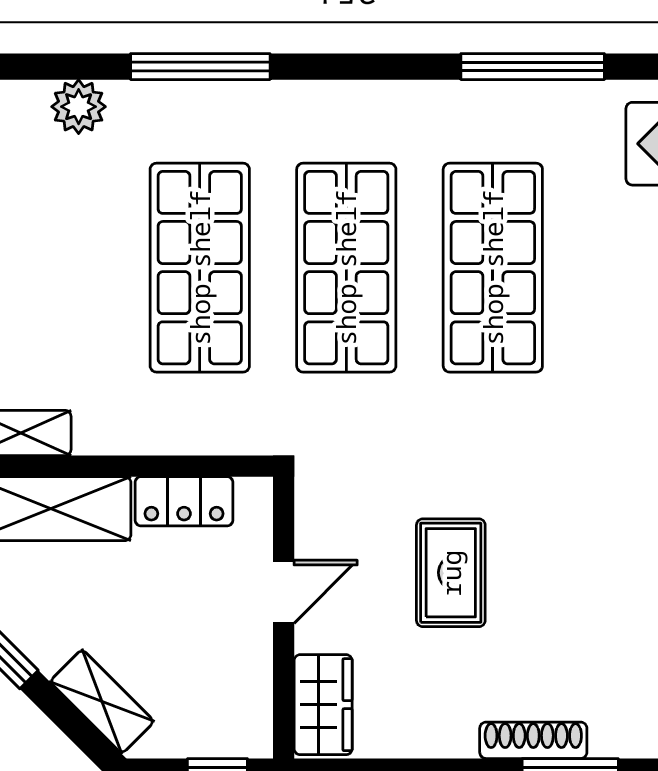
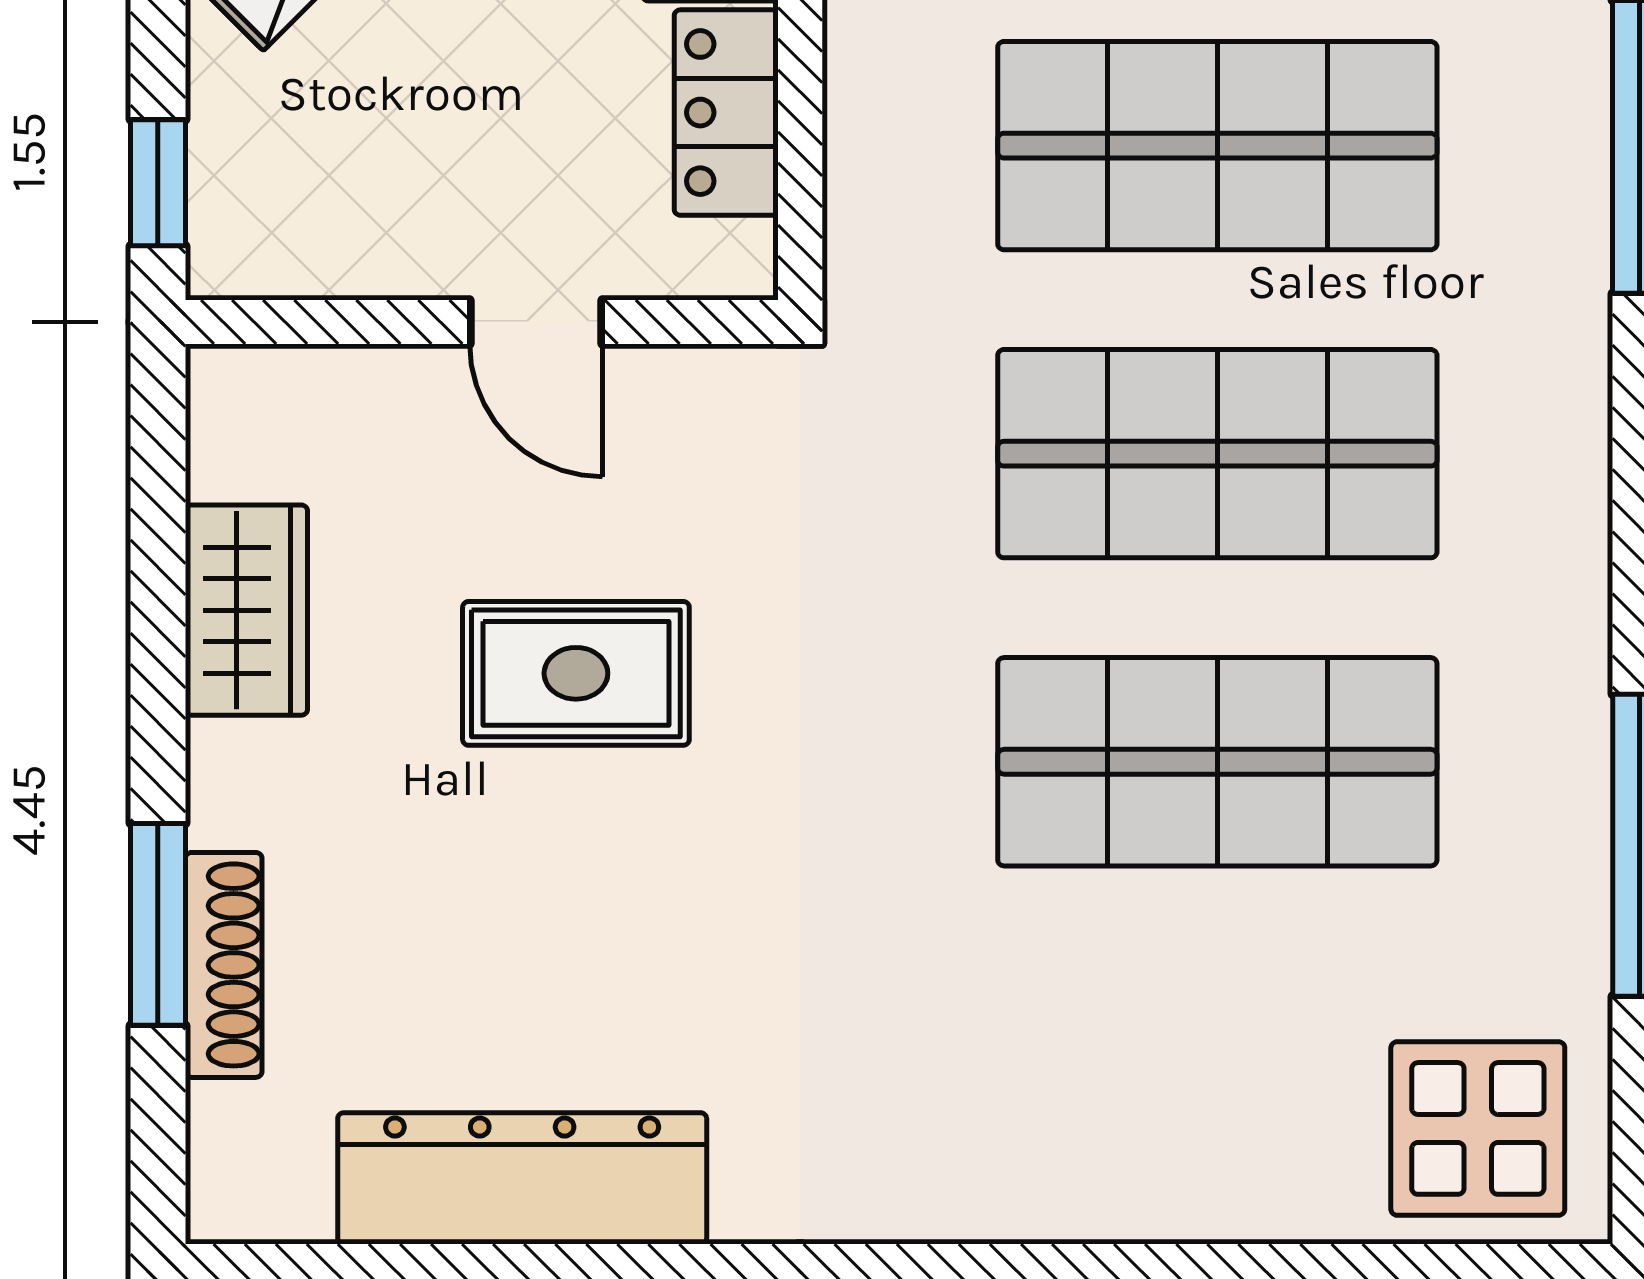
wardrobe: (323, 705) -> (246, 610), moved, turned -90
shoe rack: (533, 740) -> (224, 965), moved

